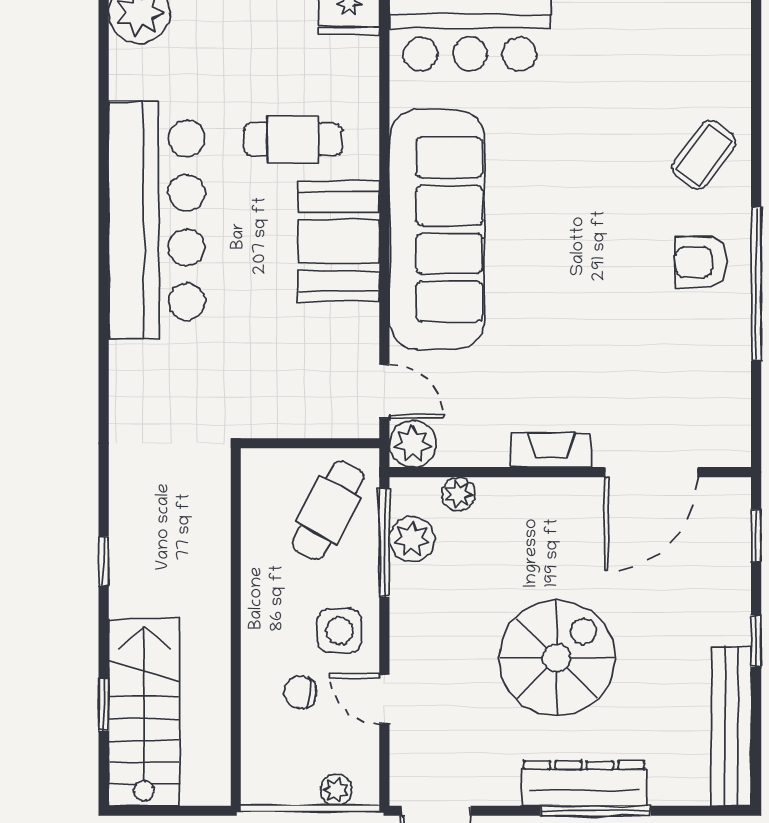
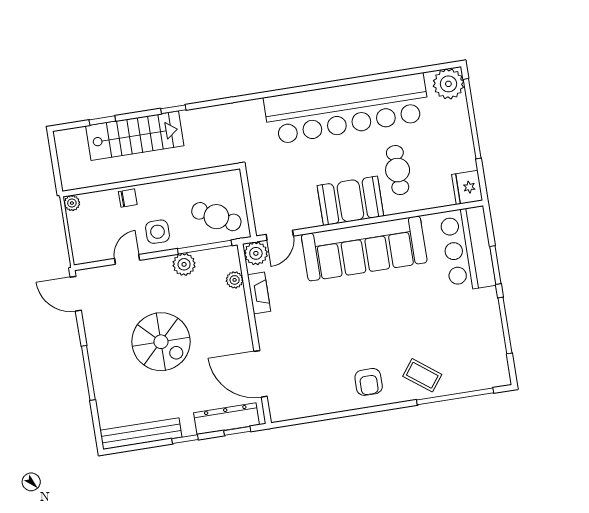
bar counter: (157, 220) -> (347, 109), width x1.36
armchair: (701, 262) -> (369, 382), turned 180
window: (756, 284) -> (455, 396), moved
fireplace: (551, 450) -> (259, 293), moved
plant: (412, 539) -> (184, 264), moved
chair: (300, 692) -> (128, 198), moved, turned 84
stairs: (144, 712) -> (135, 136), moved
dresser: (584, 783) -> (227, 419), moved, turned -90
plant: (336, 790) -> (72, 203), moved

